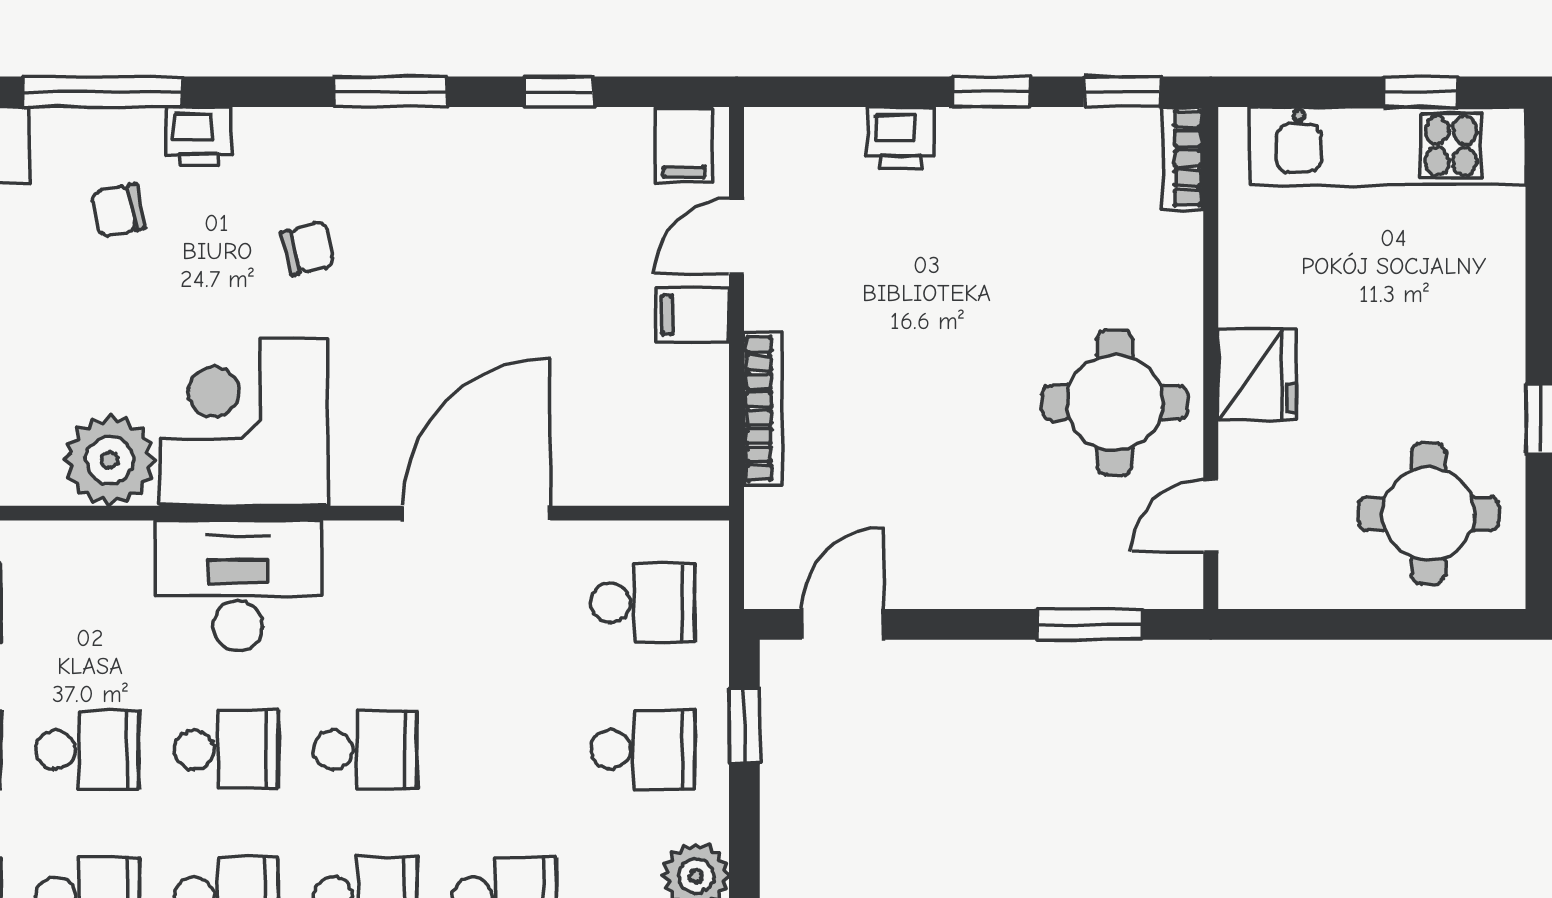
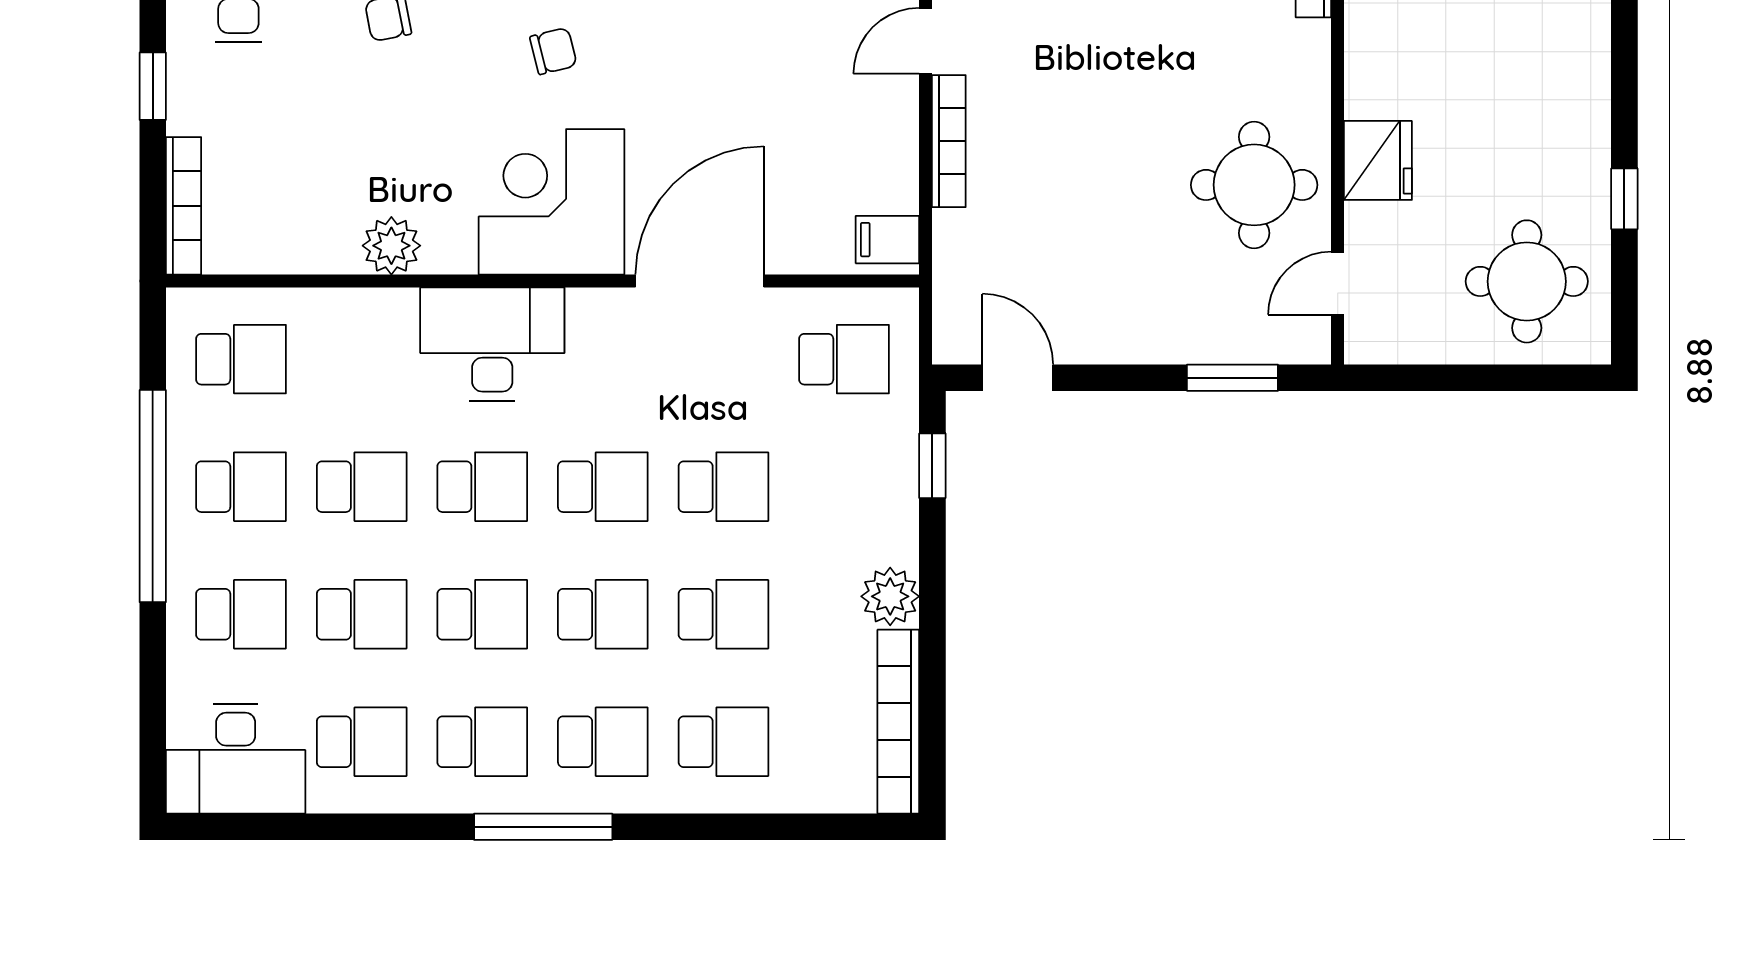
filing cabinet: (693, 315) -> (887, 240), moved
bookcase: (763, 409) -> (949, 141), moved
corner desk: (244, 422) -> (551, 202), moved
plant: (110, 460) -> (391, 246), width x0.73, depth x0.73
door: (843, 624) -> (1018, 378), hinge flipped
school desk: (643, 750) -> (723, 487), moved

